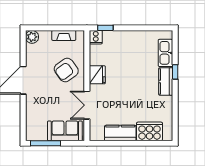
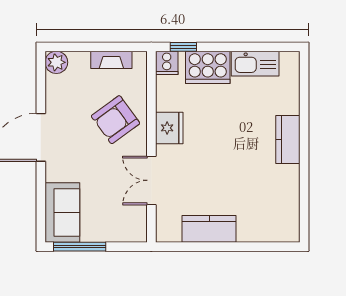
kitchen sink: (166, 53) -> (255, 64), moved, turned -90
window: (175, 72) -> (304, 123), removed
sofa: (65, 131) -> (62, 212), moved, turned 90
cooker: (150, 131) -> (208, 67), moved, turned 180

